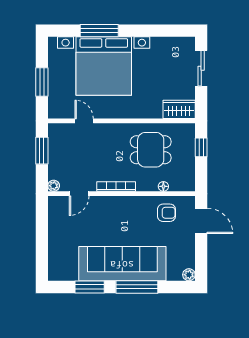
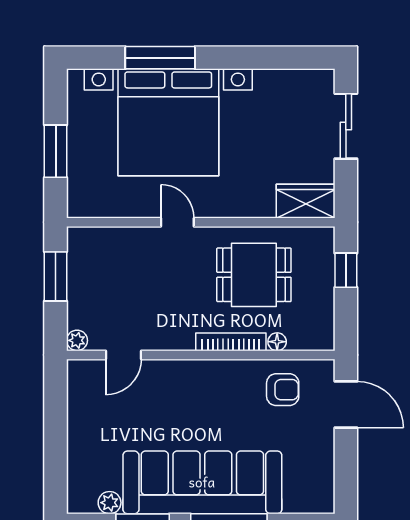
door: (84, 121) -> (177, 222), moved
bookcase: (116, 187) -> (231, 342), moved
plant: (189, 275) -> (110, 503), moved

